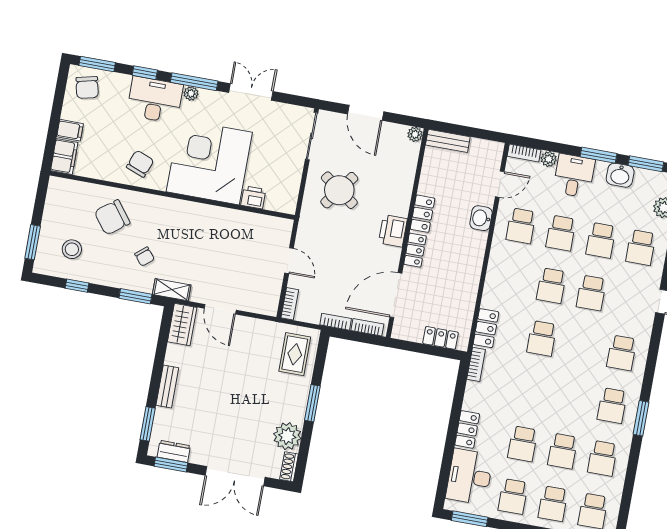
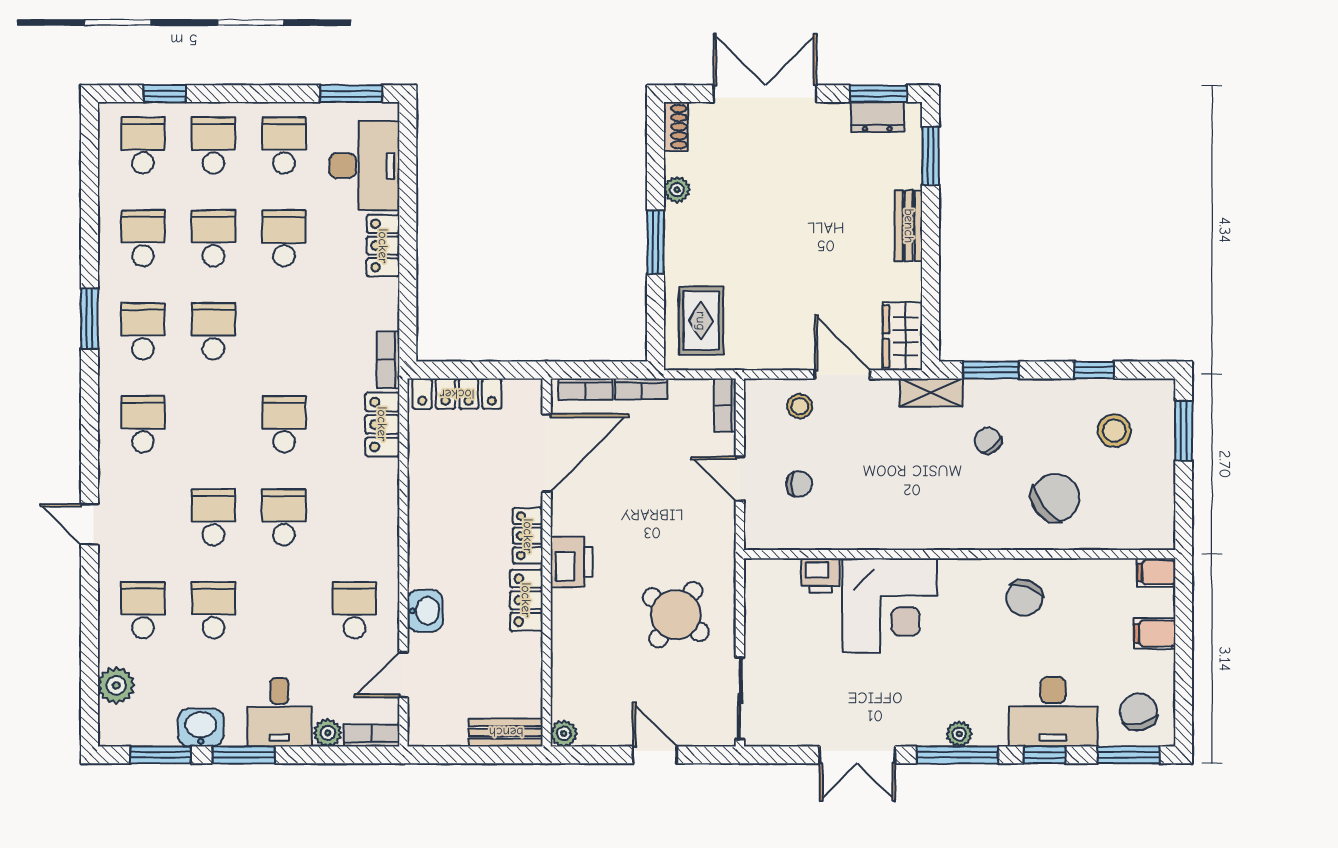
desk: (155, 100) -> (1053, 712), moved
door: (366, 113) -> (655, 755), width x0.73
filing cabinet: (64, 157) -> (1156, 572), width x0.50
corner desk: (209, 162) -> (890, 605), width x0.74, depth x0.74
school desk: (561, 233) -> (213, 331), moved
chair: (256, 251) -> (799, 484), added
stool: (248, 295) -> (800, 406), added
locker: (441, 338) -> (457, 394), width x1.53
plant: (287, 436) -> (677, 190), width x0.53, depth x0.53

